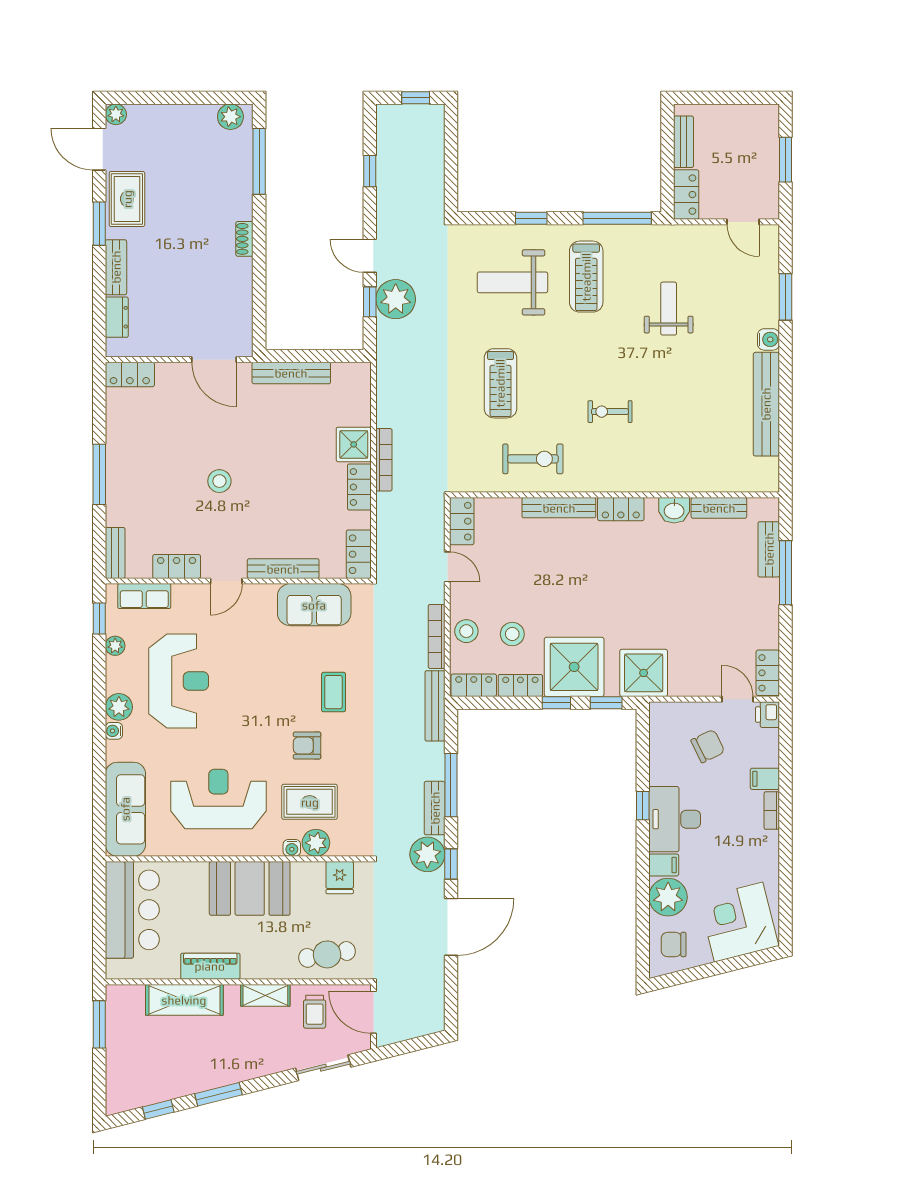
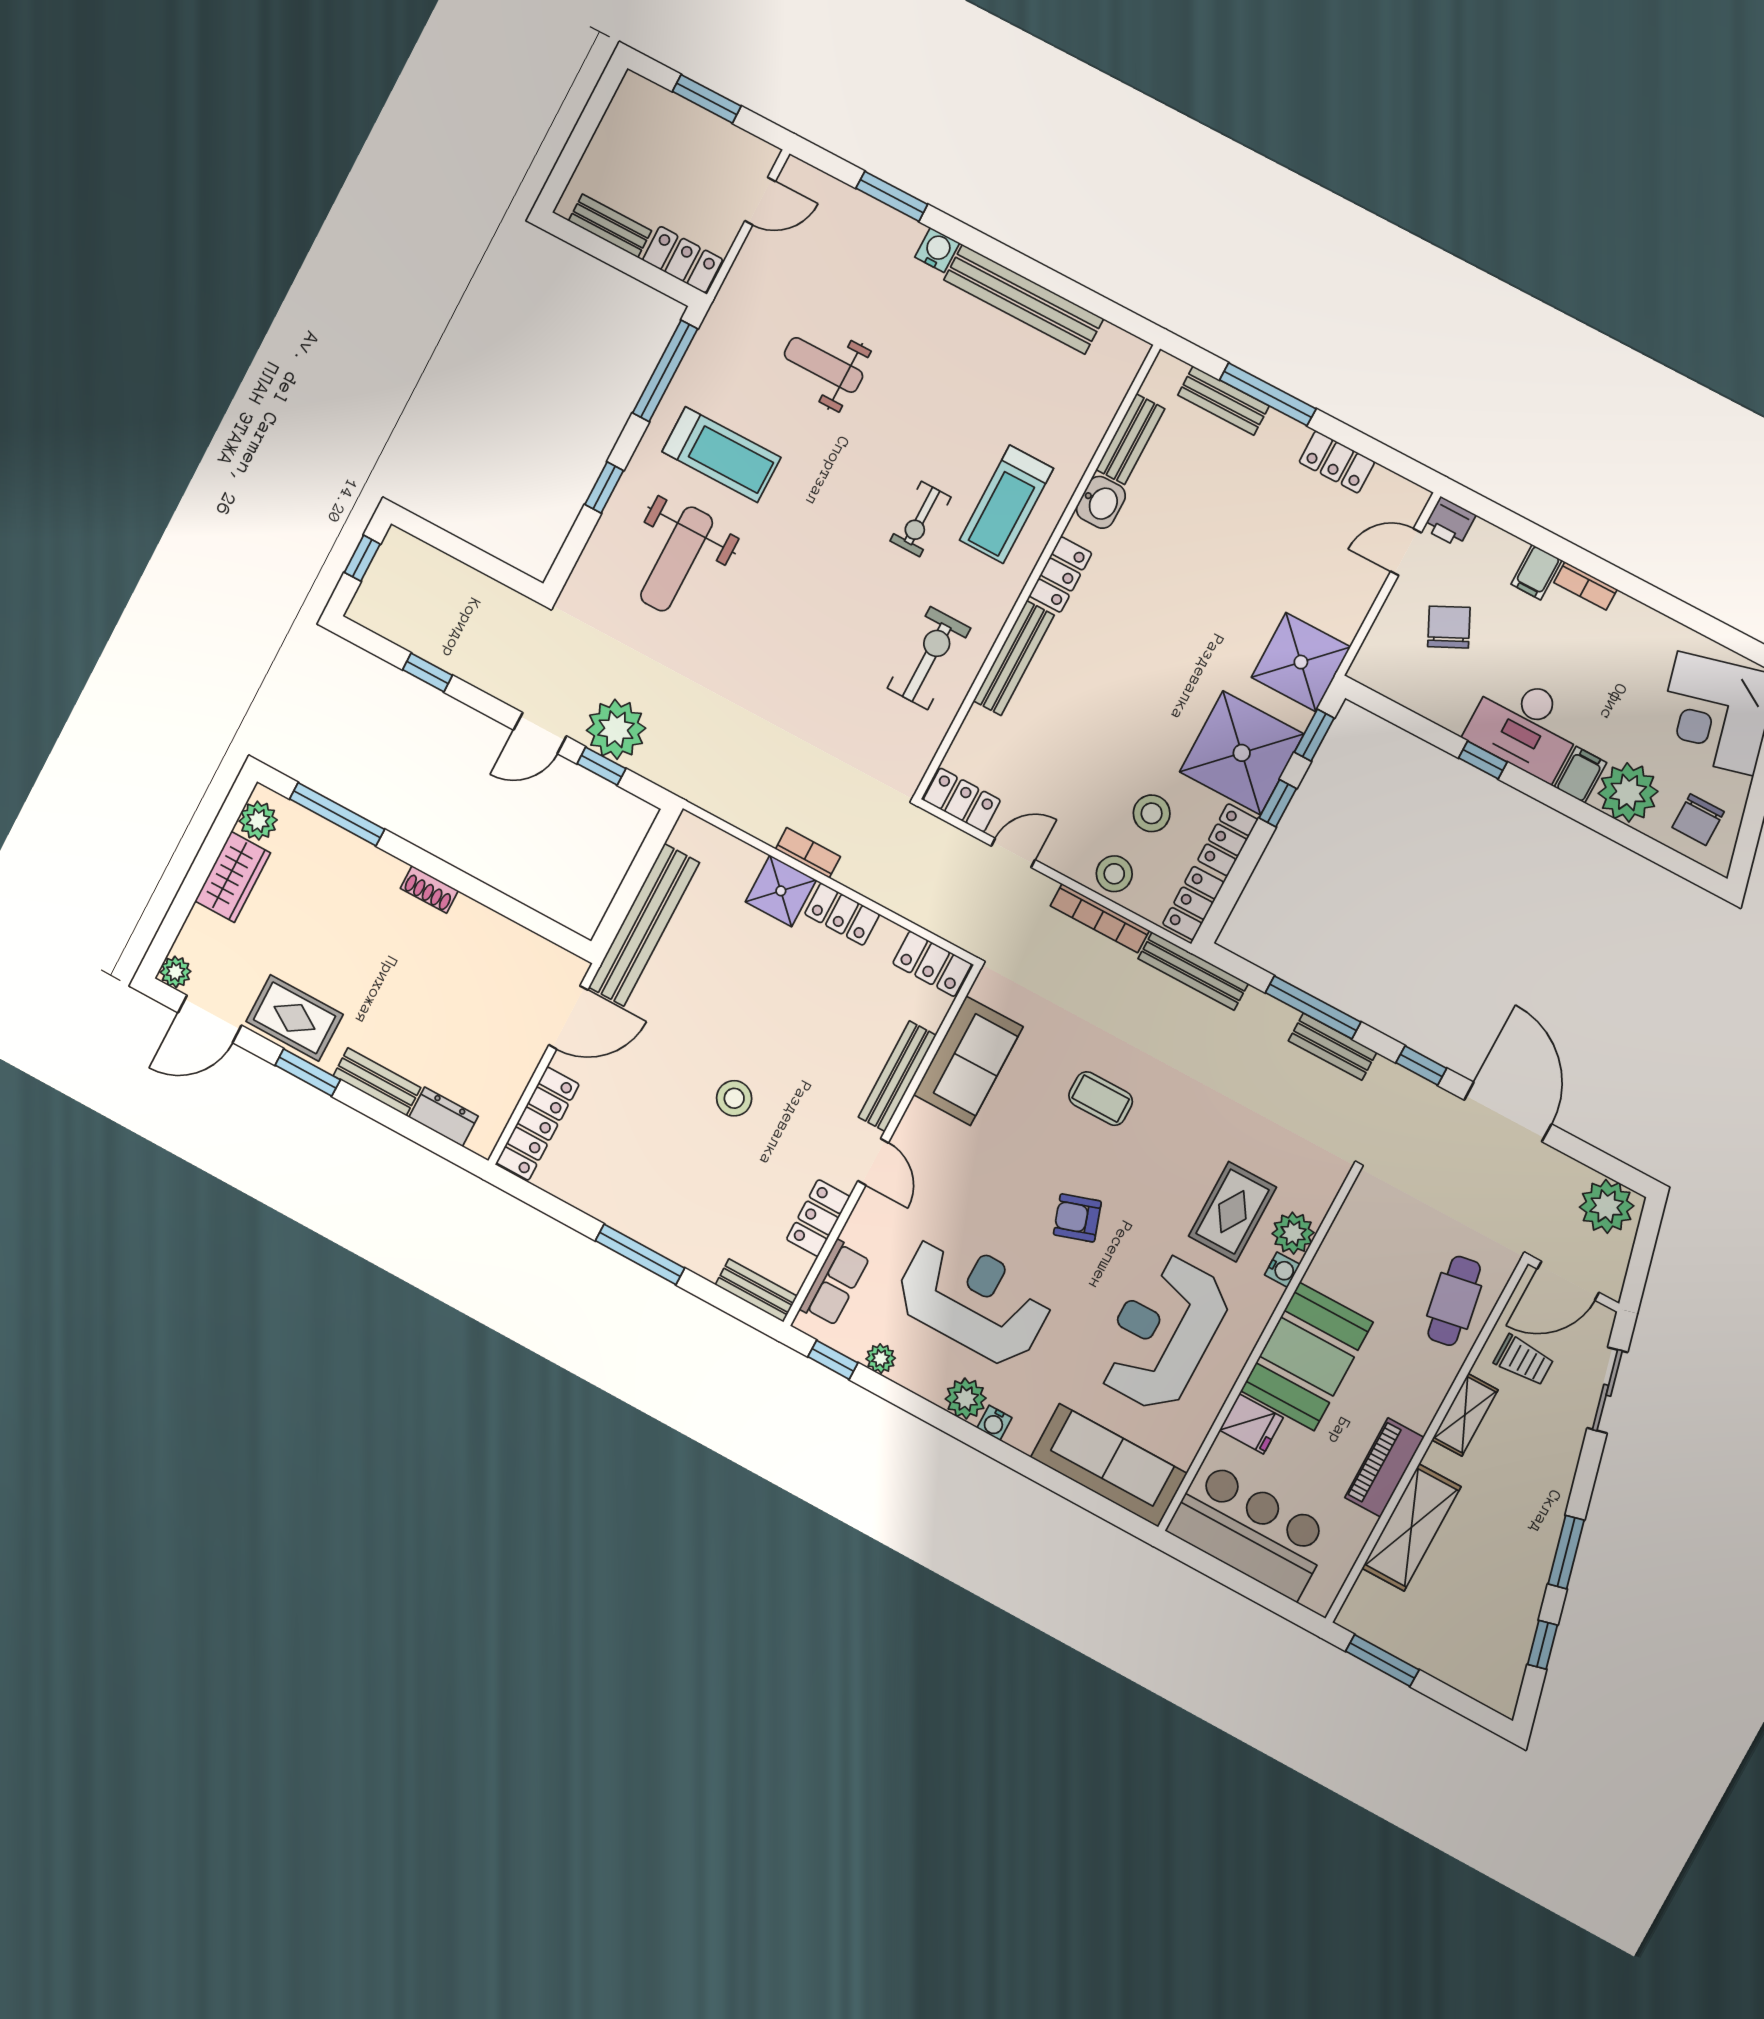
wardrobe: (190, 119) -> (233, 877), added
bench: (291, 373) -> (644, 925), width x1.37, depth x1.21
locker: (130, 374) -> (538, 1124), width x1.53
treadmill: (500, 383) -> (1006, 504), moved, turned 90
bookcase: (384, 460) -> (808, 853), width x0.64
locker: (768, 673) -> (1337, 462), moved
armchair: (307, 746) -> (1077, 1218), moved, turned 72
plant: (427, 854) -> (1607, 1206), moved
fridge: (340, 878) -> (1251, 1424), moved

